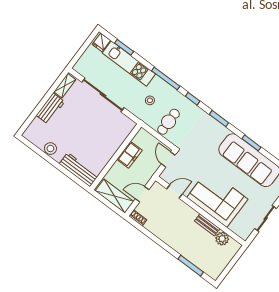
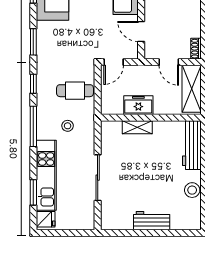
shelving: (65, 86) -> (137, 127), moved
sliding door: (103, 95) -> (98, 178), width x0.73

